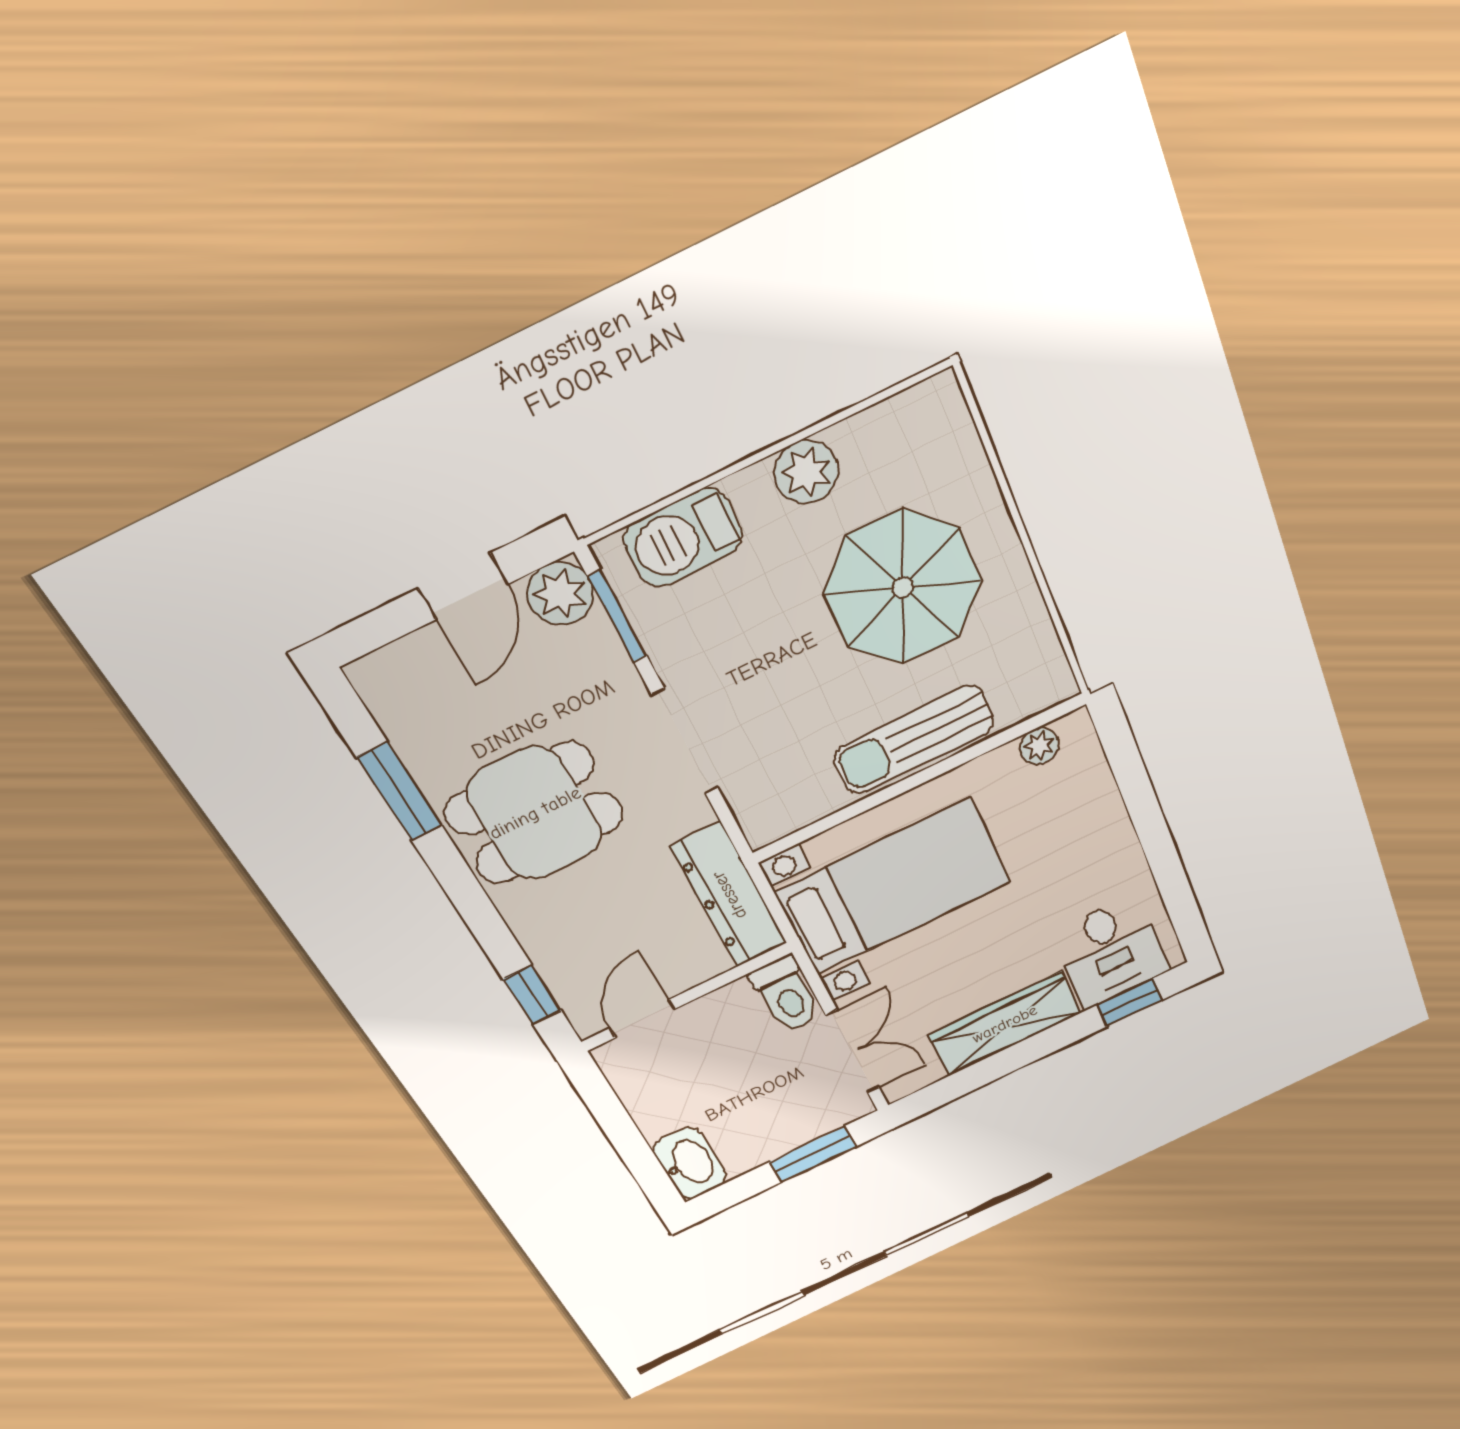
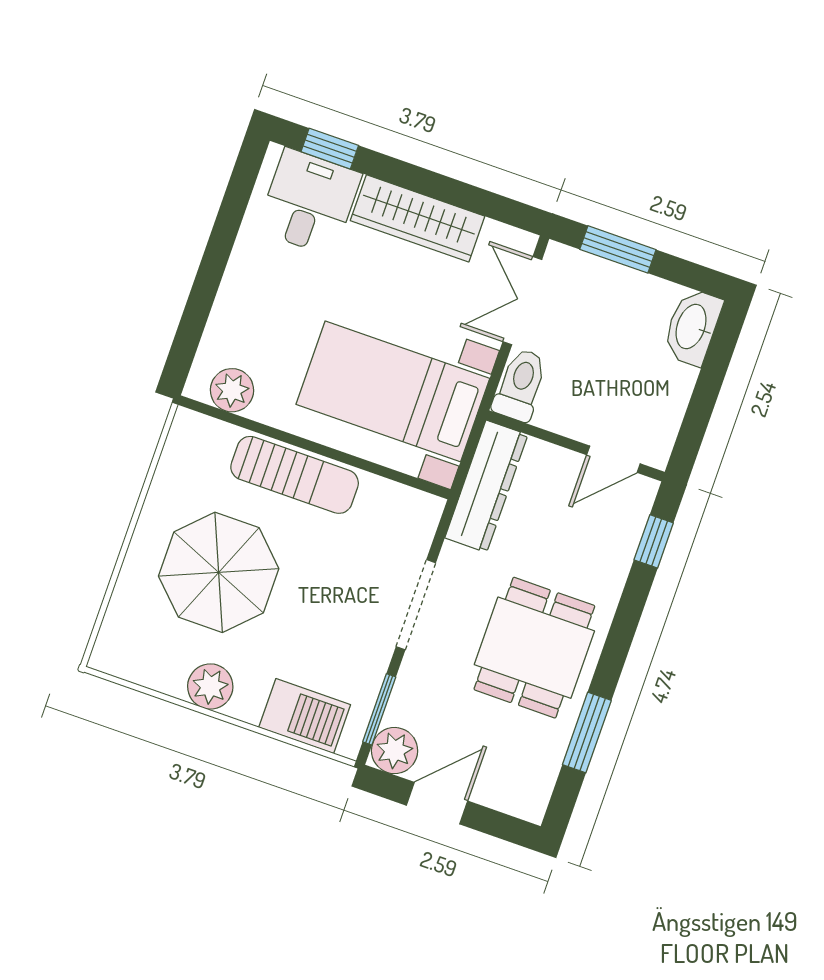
plant: (1039, 746) -> (232, 390), width x1.38, depth x1.38
dining table: (535, 813) -> (534, 648), turned 90

